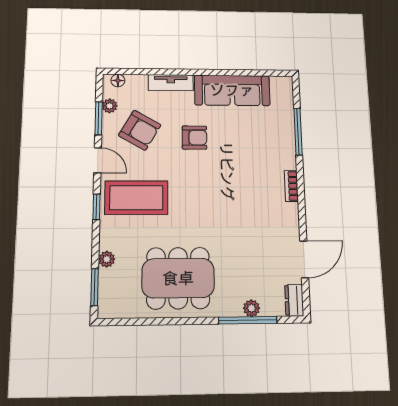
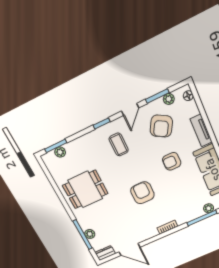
plant: (287, 117) -> (209, 208), added
armchair: (194, 138) -> (172, 161), turned 90
coffee table: (136, 198) -> (119, 144), width x0.54, depth x0.58
armchair: (222, 198) -> (142, 193), added
plant: (107, 259) -> (60, 152), moved
dining table: (178, 278) -> (85, 189), width x0.73

